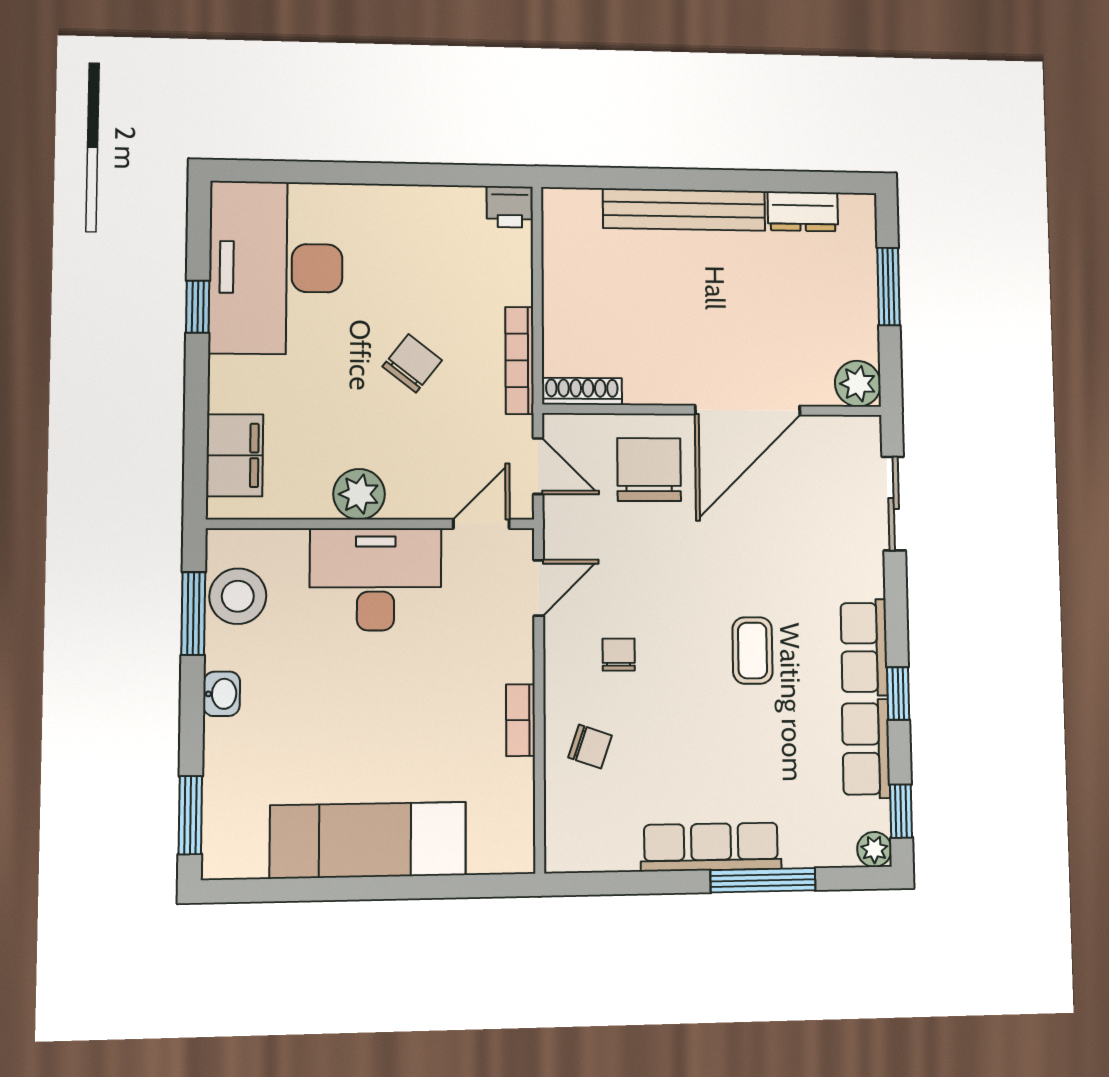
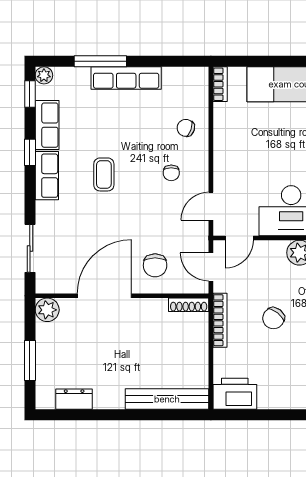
printer: (510, 207) -> (235, 394), width x1.87, depth x1.48
bench: (684, 210) -> (167, 399), moved
chair: (649, 470) -> (155, 265), width x0.73, depth x0.73
bookcase: (521, 720) -> (220, 84), moved

